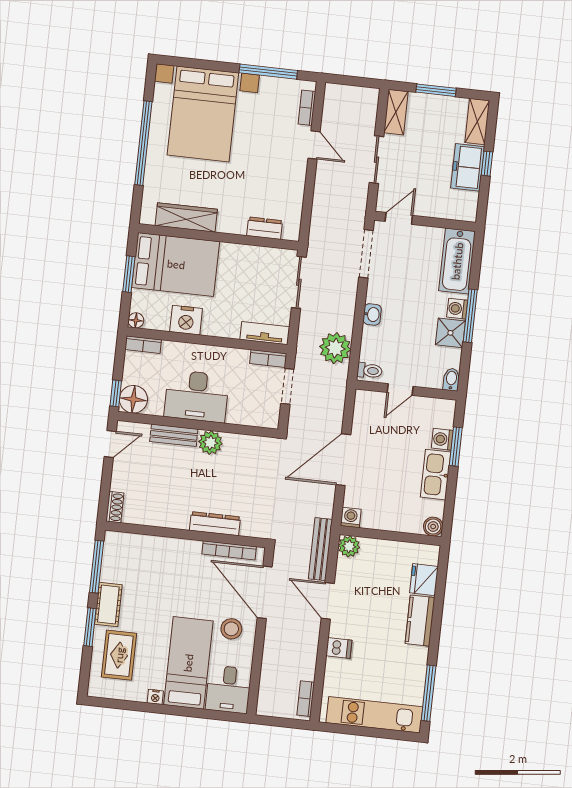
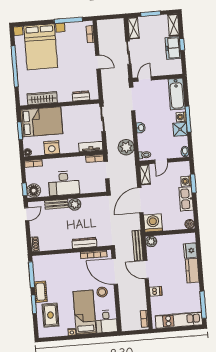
door: (314, 145) -> (98, 62), moved
shelving: (362, 410) -> (145, 175), added
washing machine: (351, 518) -> (153, 223), width x1.89, depth x1.89

